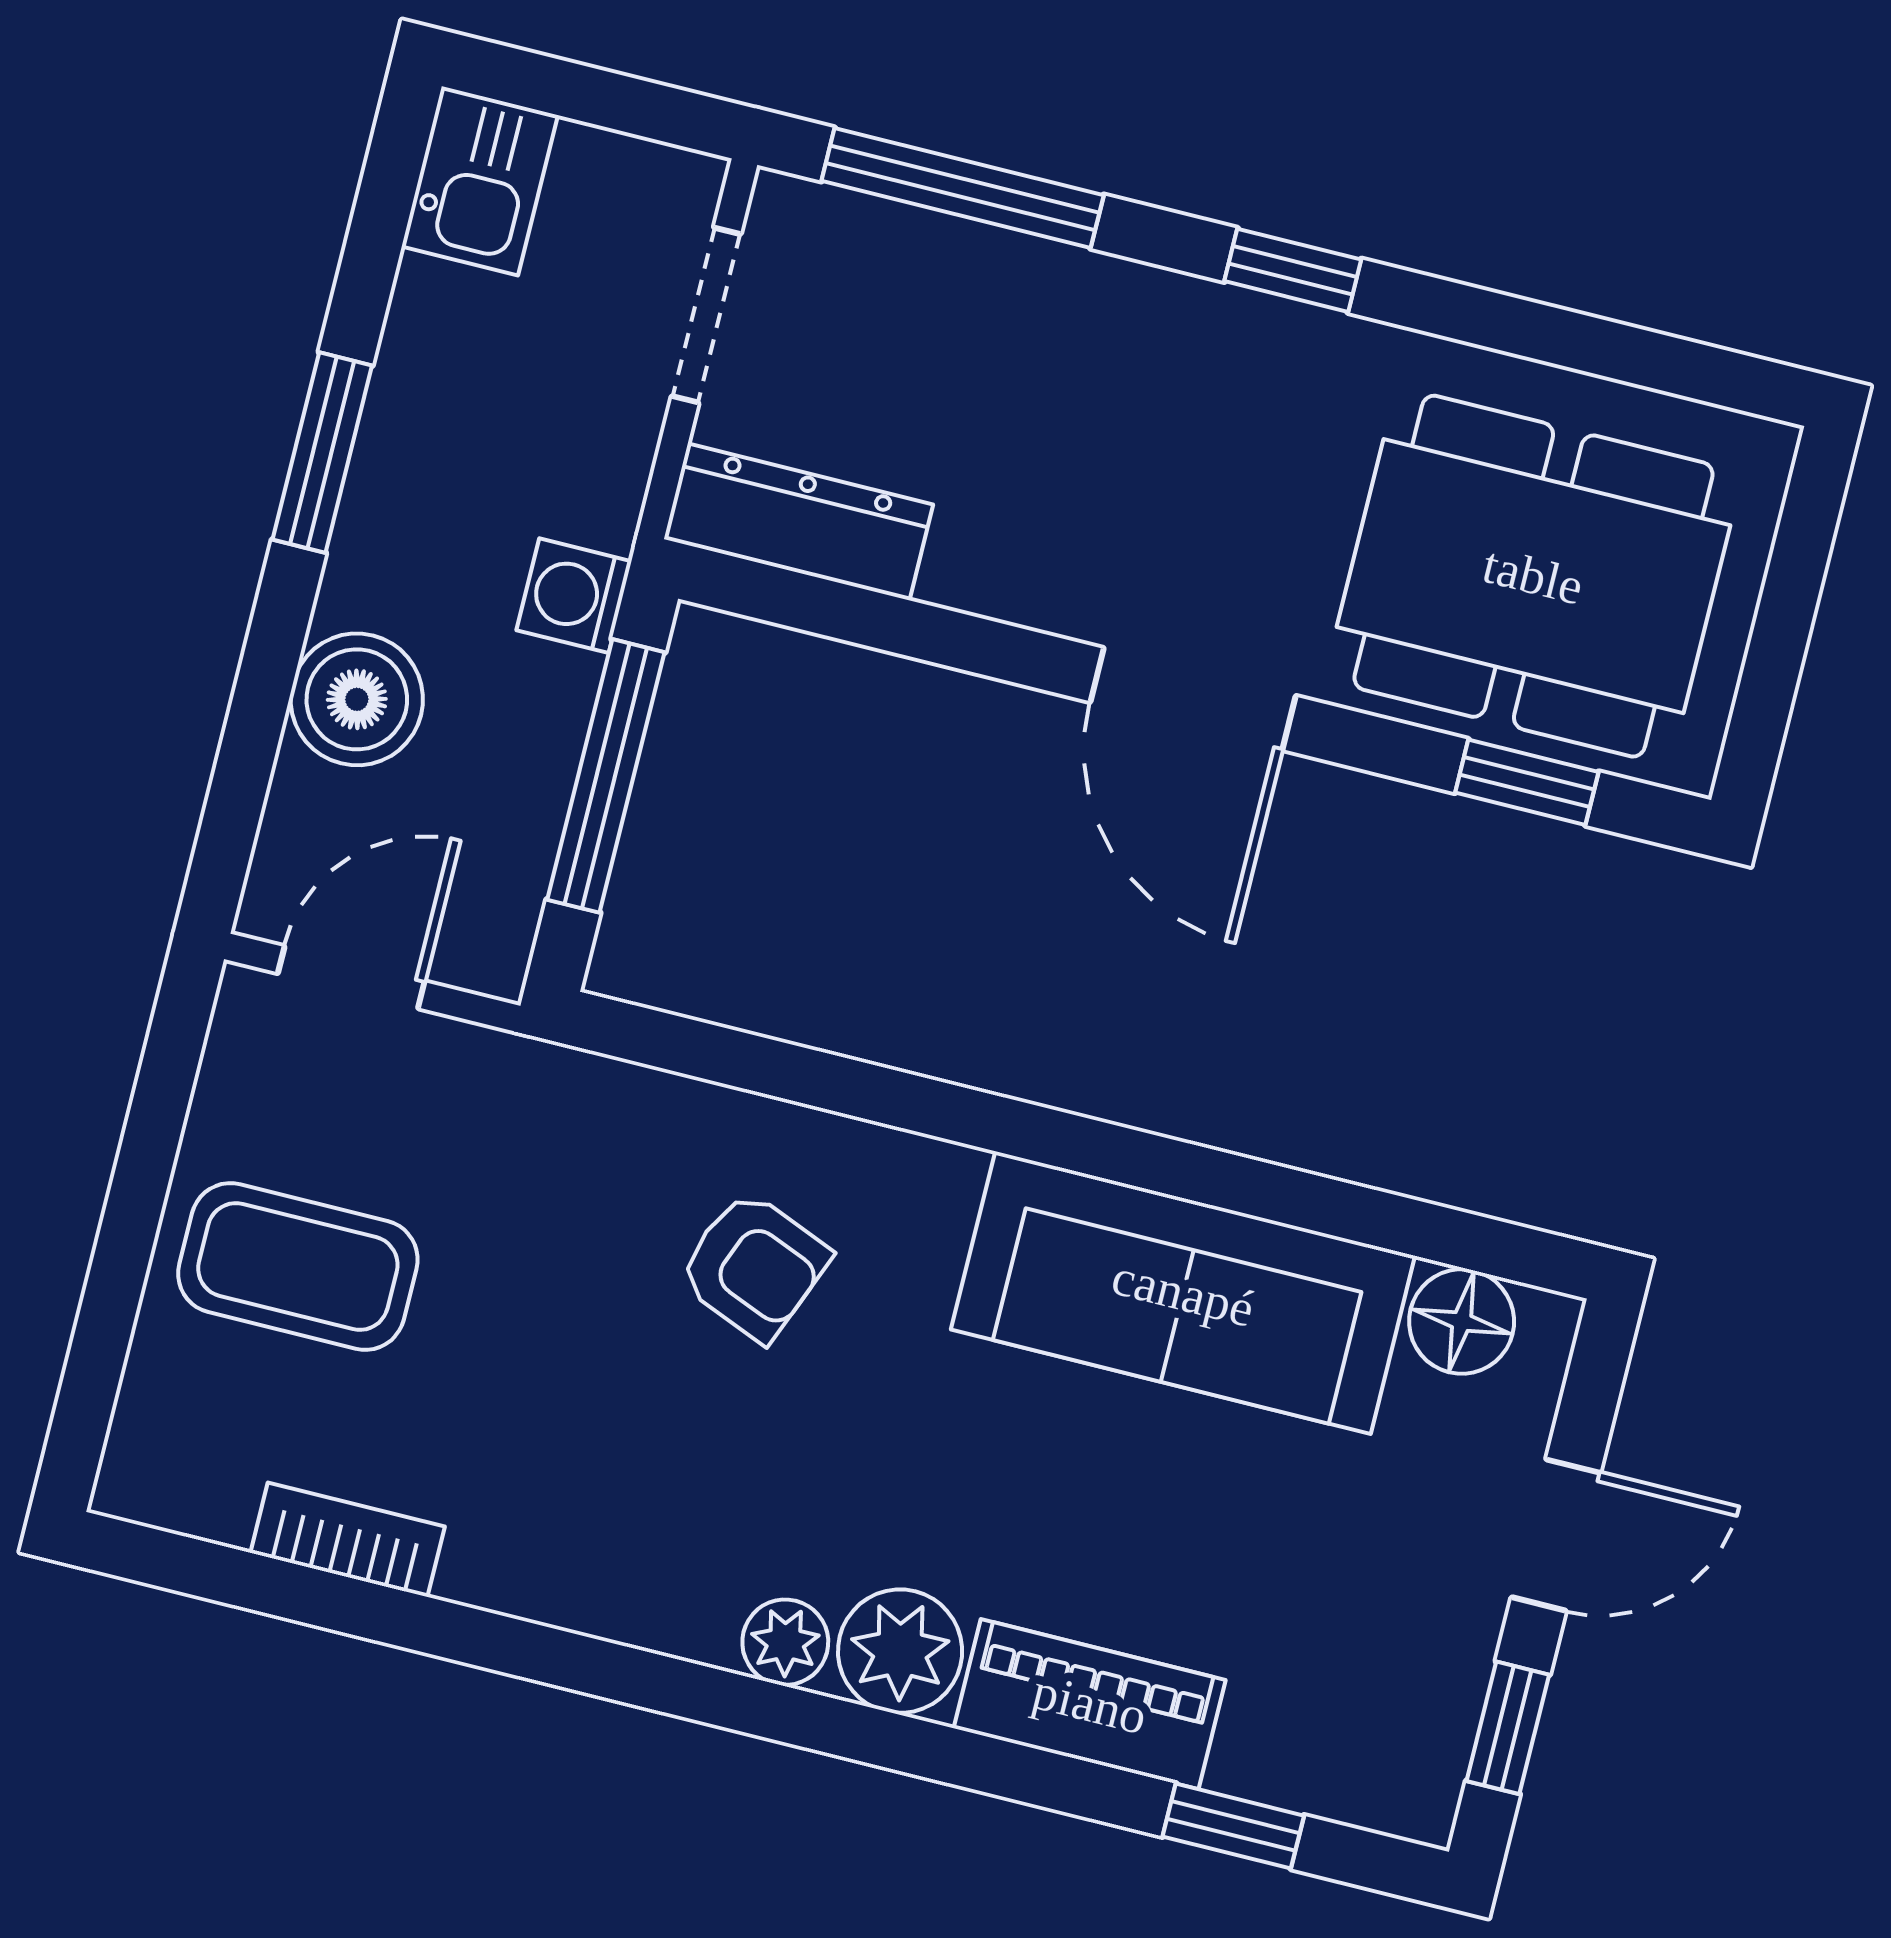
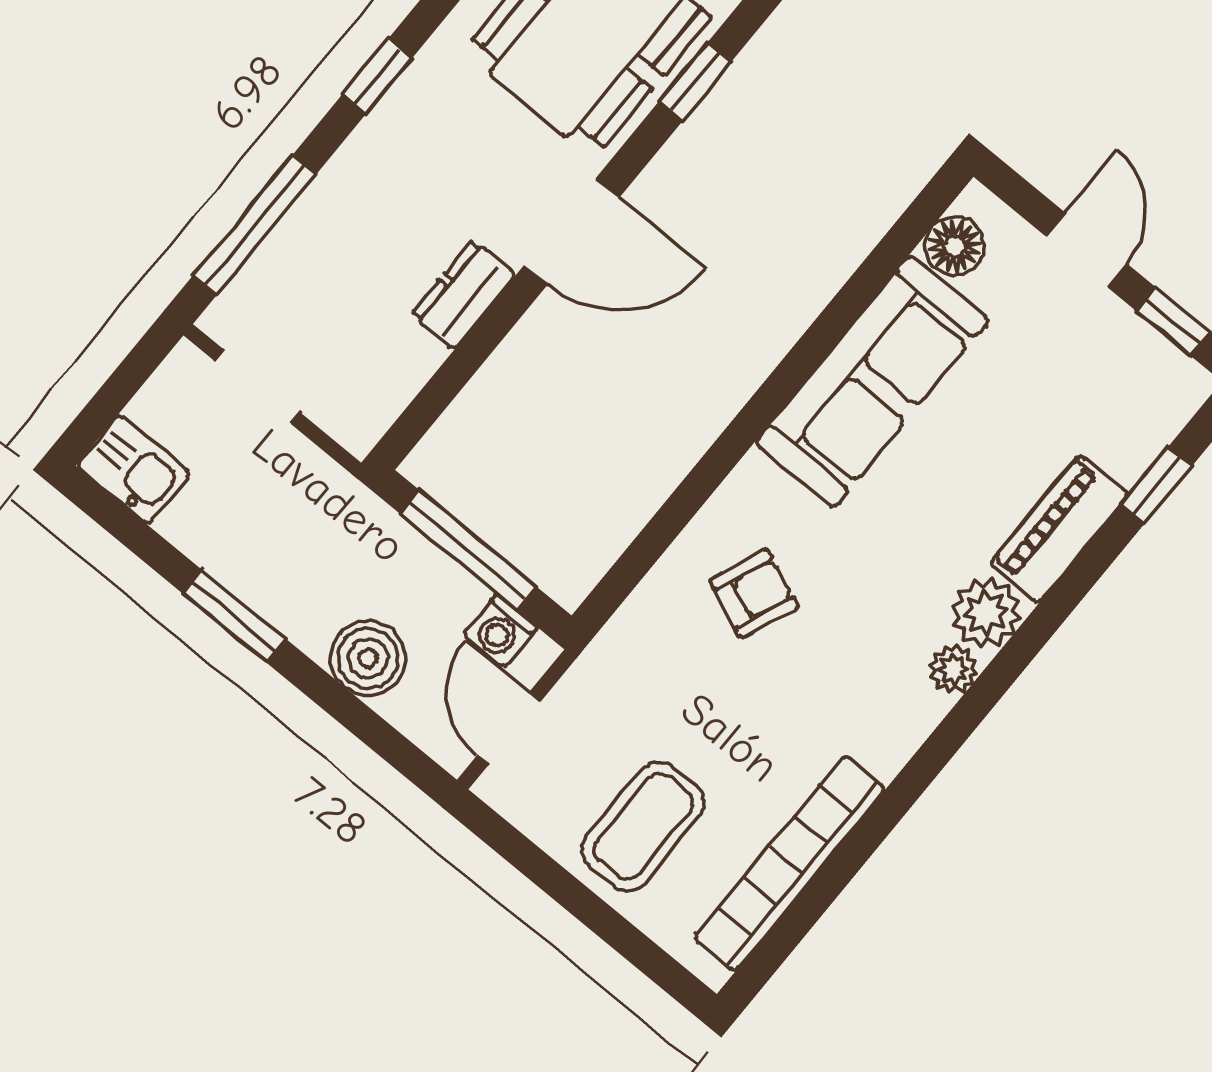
dresser: (798, 522) -> (463, 295), moved, width x0.70
washing machine: (574, 596) -> (500, 631), moved
bookcase: (348, 1540) -> (790, 863), width x2.31, depth x1.31

